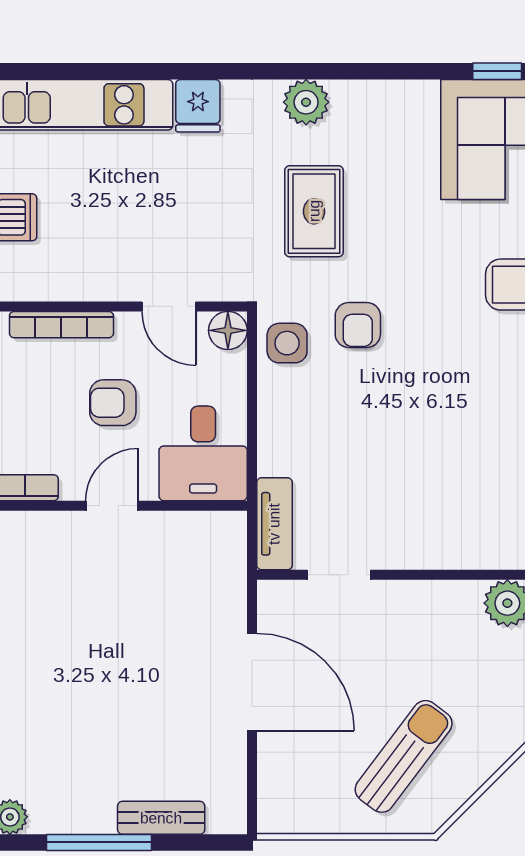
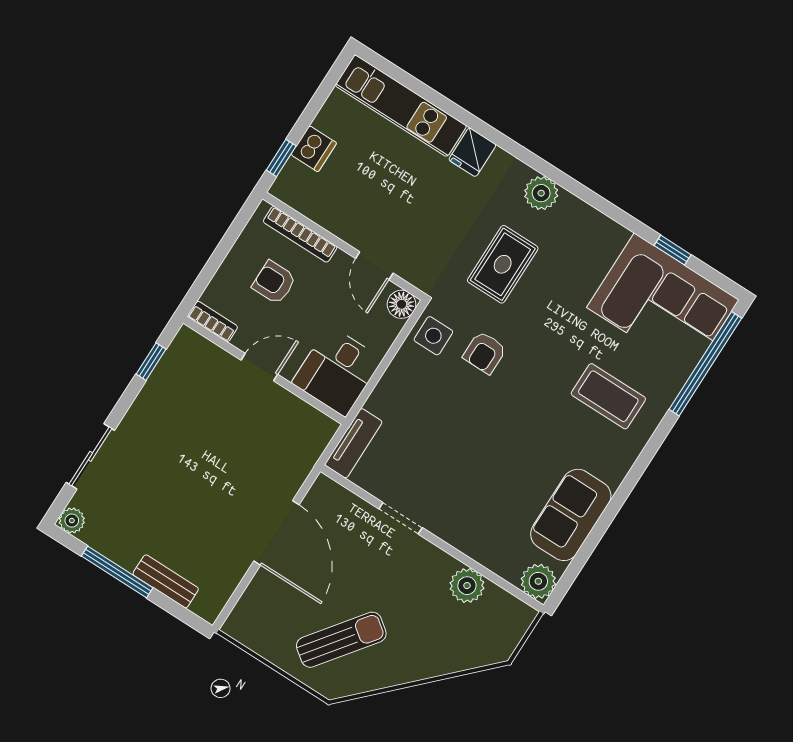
armchair: (113, 403) -> (274, 282), moved
doorway: (339, 575) -> (401, 518), moved

